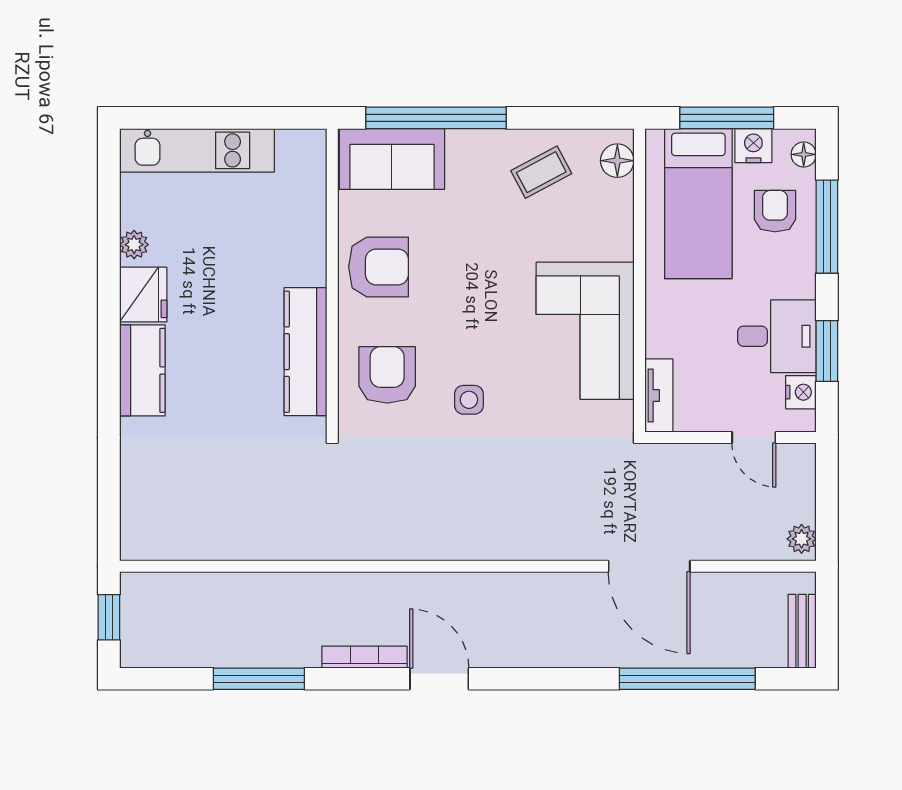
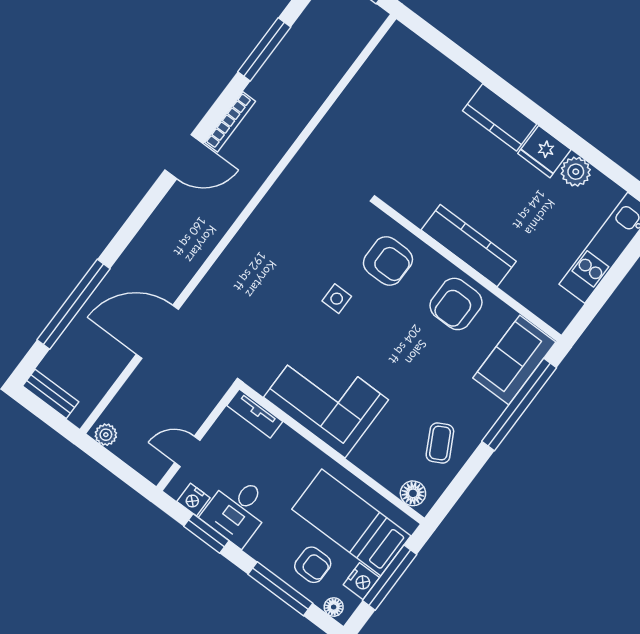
plant: (134, 245) -> (576, 172), width x1.38, depth x1.38
kitchen counter: (305, 352) -> (469, 246), moved

